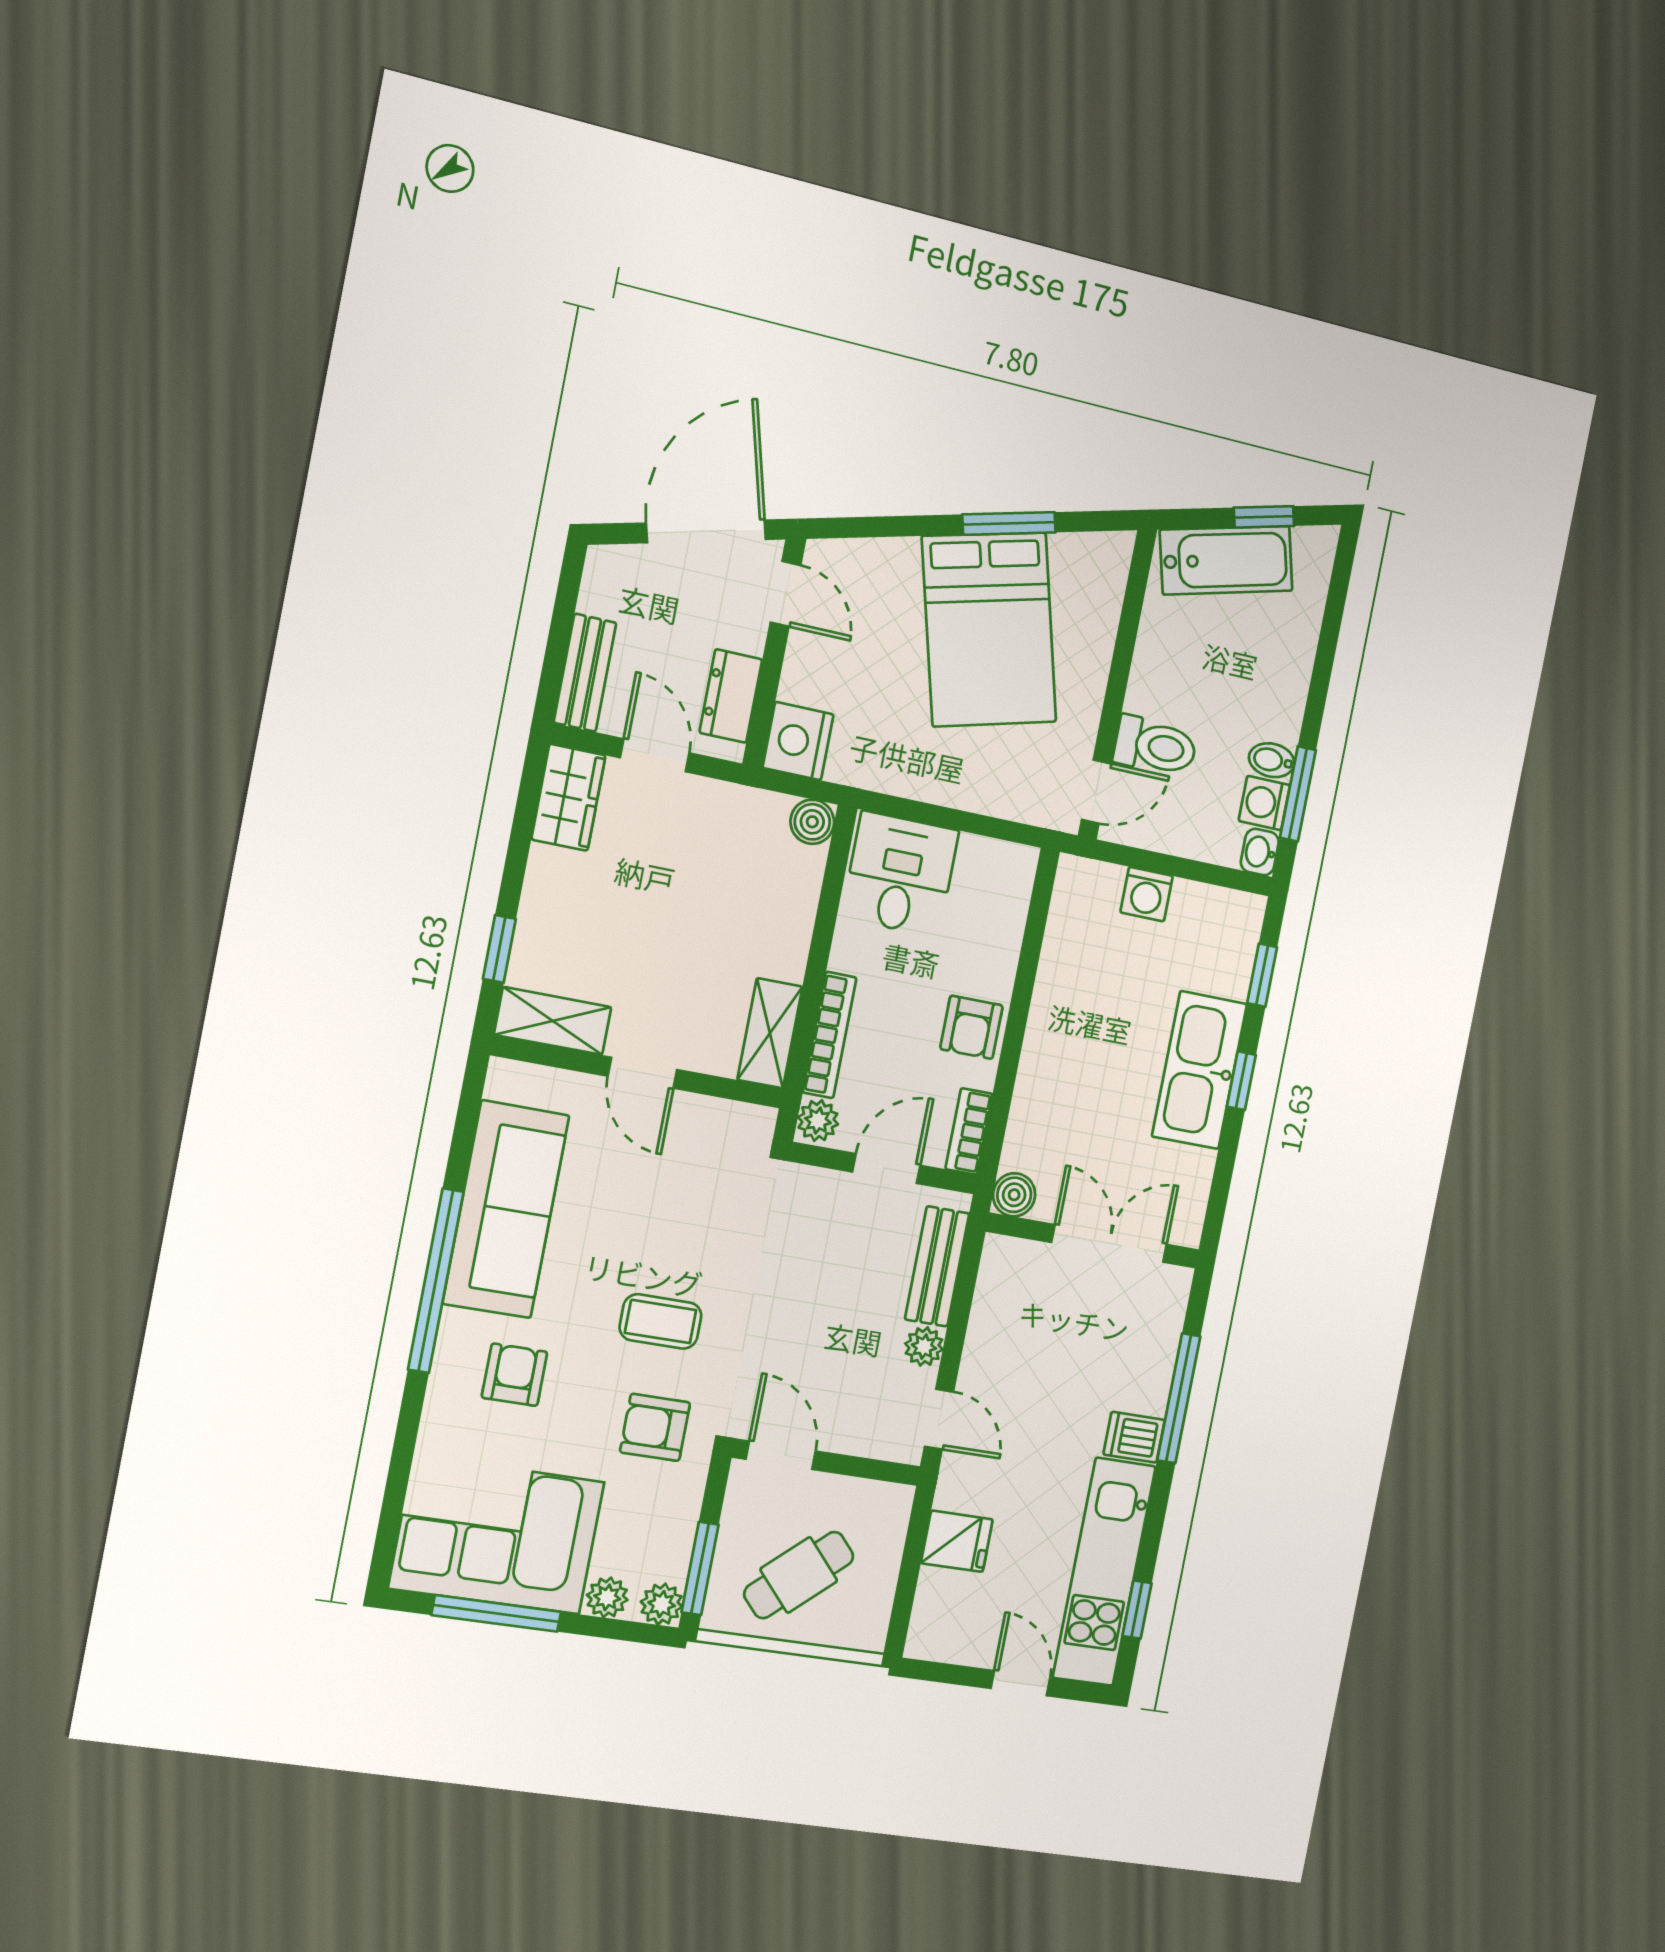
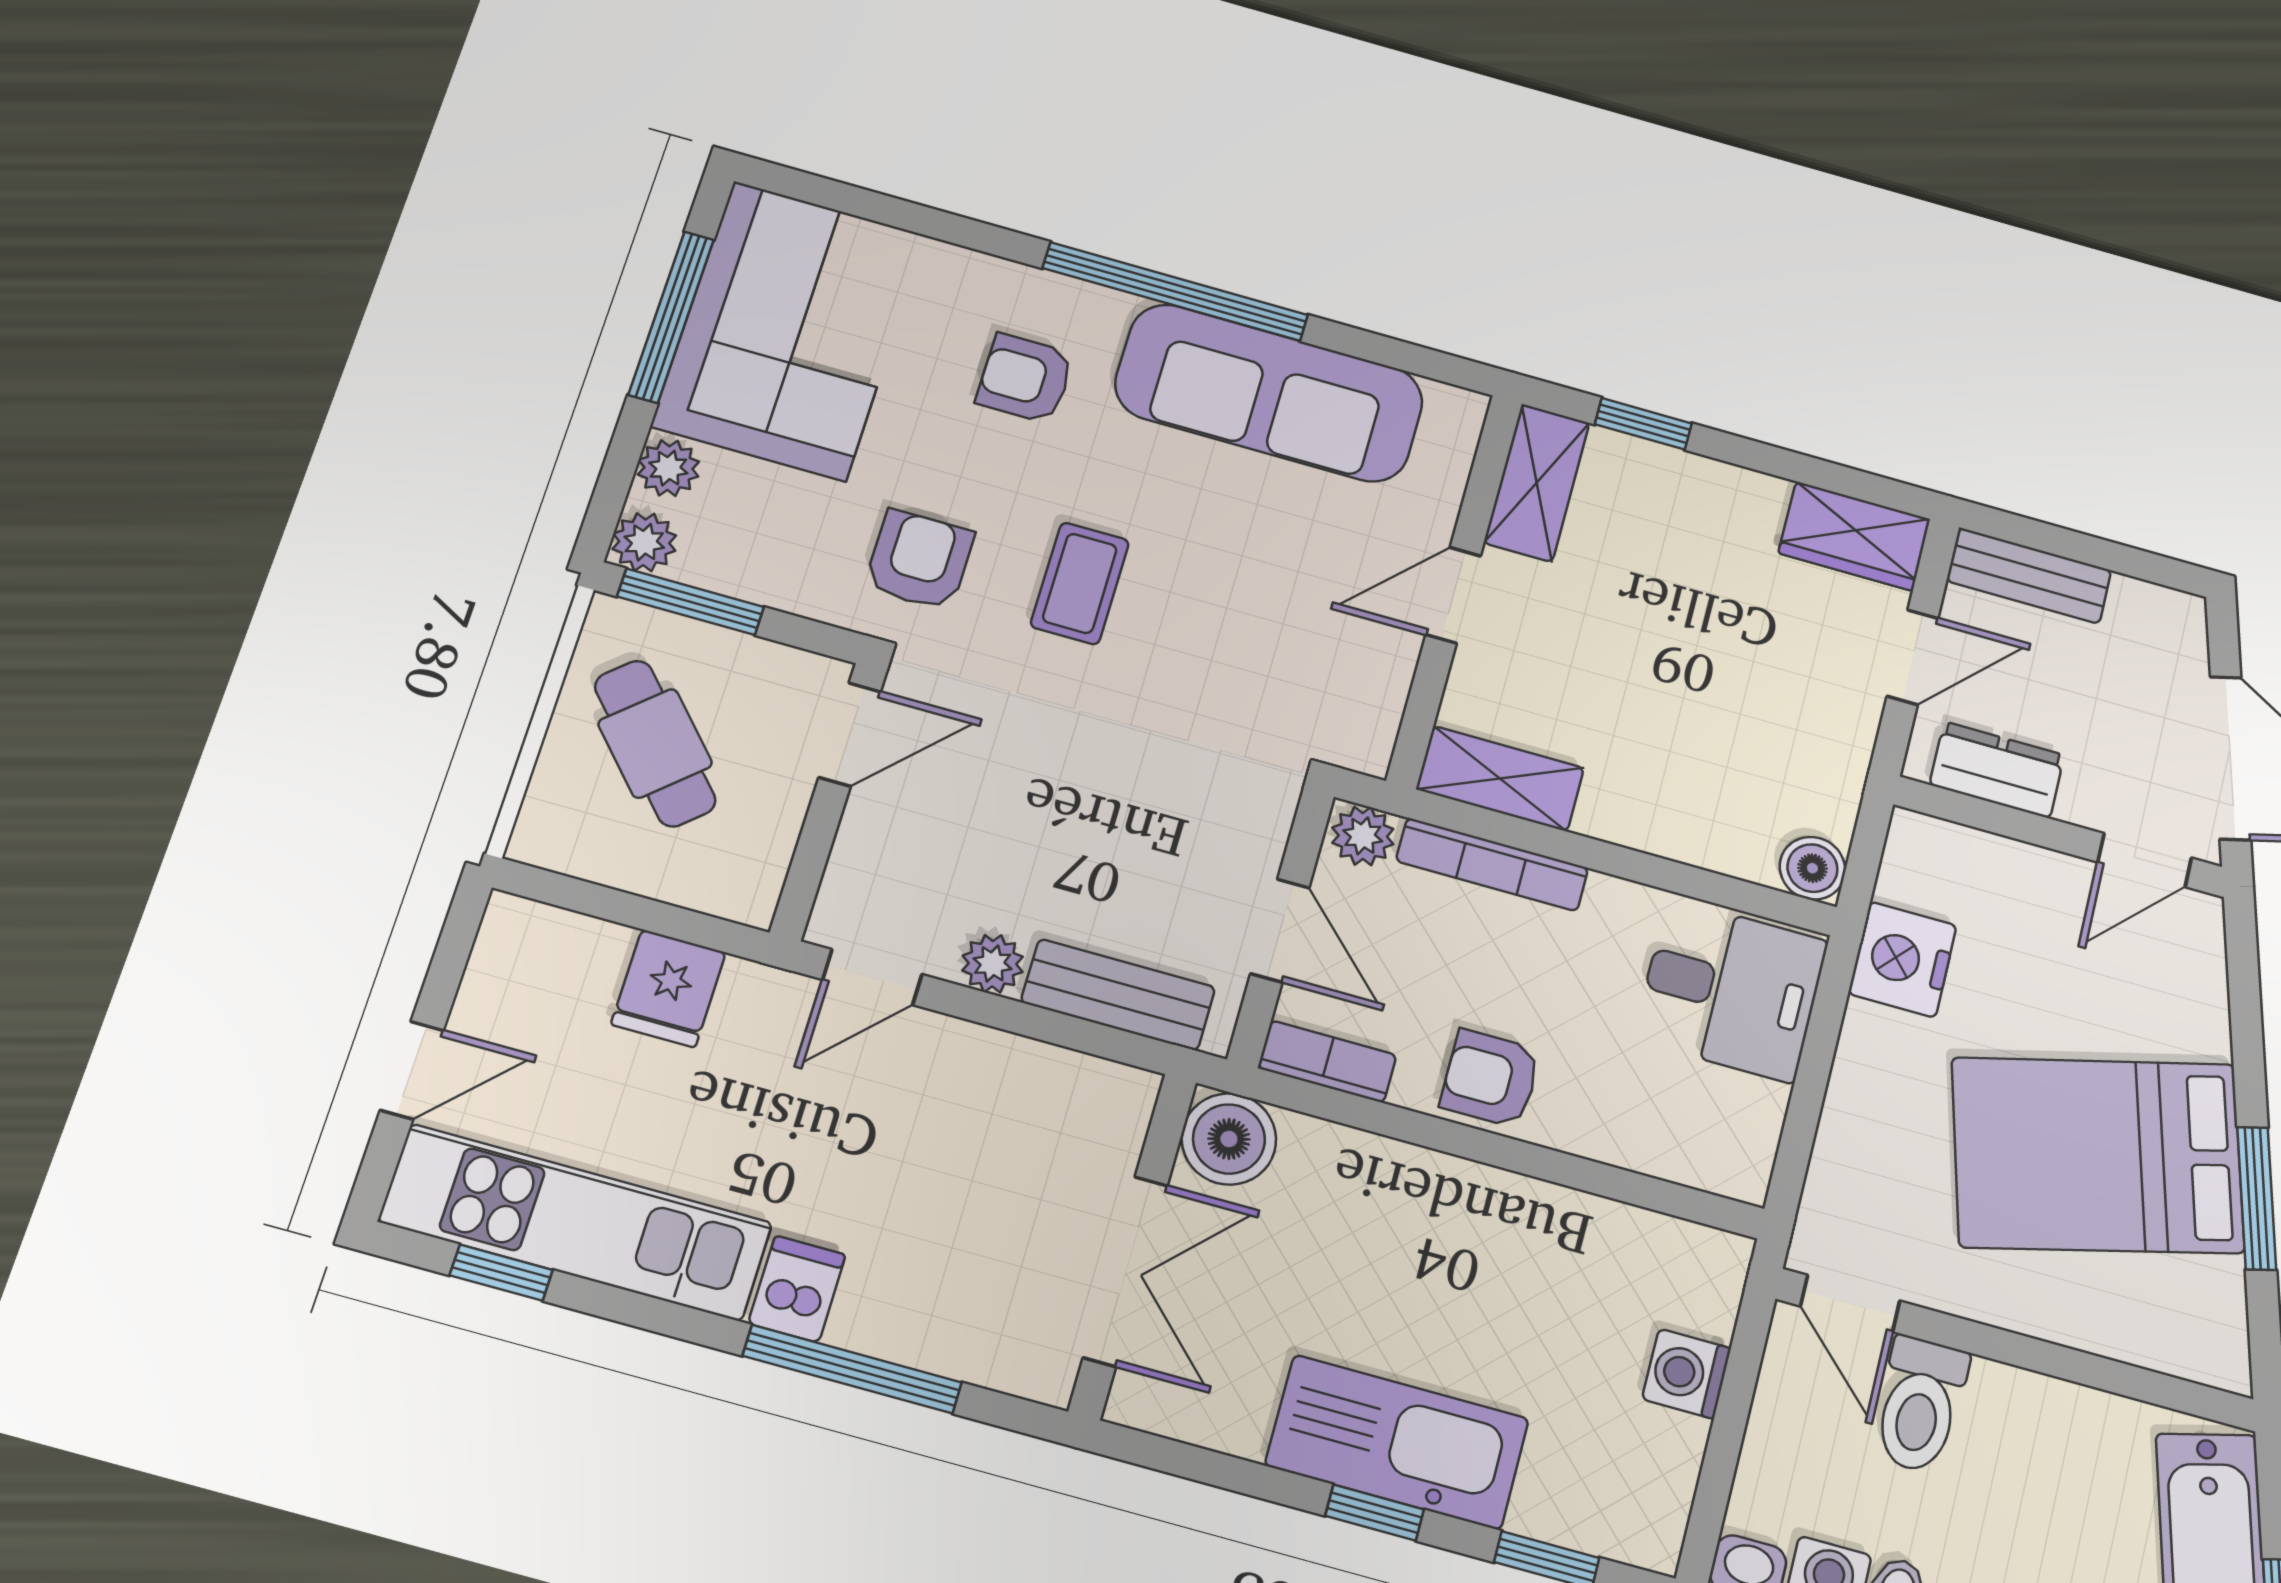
nightstand: (798, 741) -> (1903, 960), moved, turned -90
boiler: (1014, 1195) -> (1229, 1139), width x1.36, depth x1.36
armchair: (514, 1375) -> (1025, 378), turned 180

